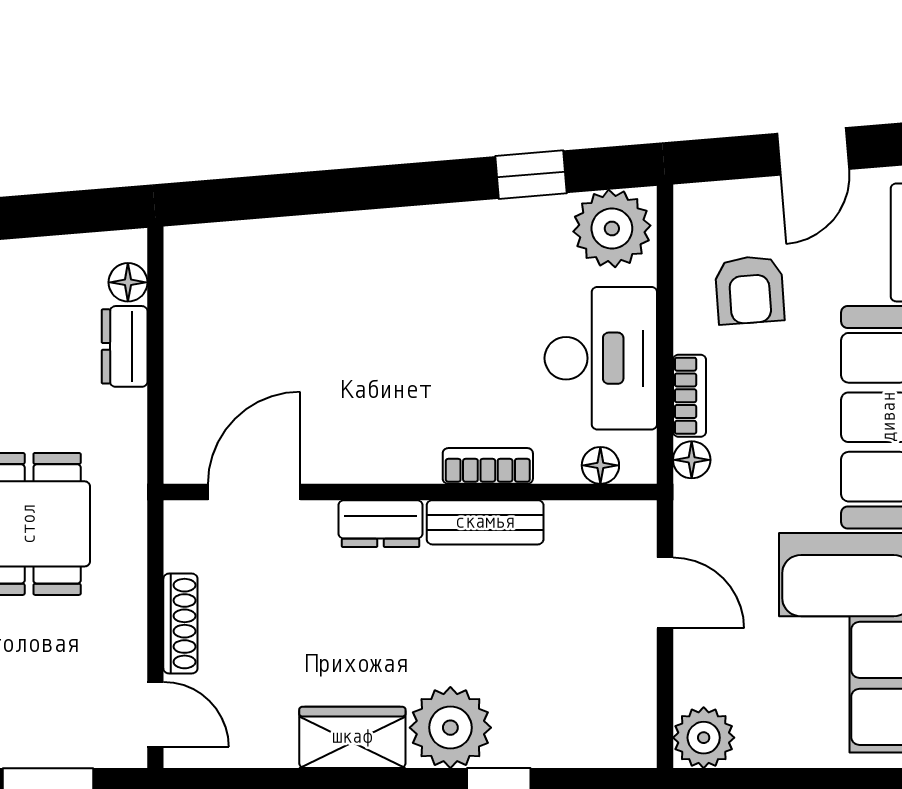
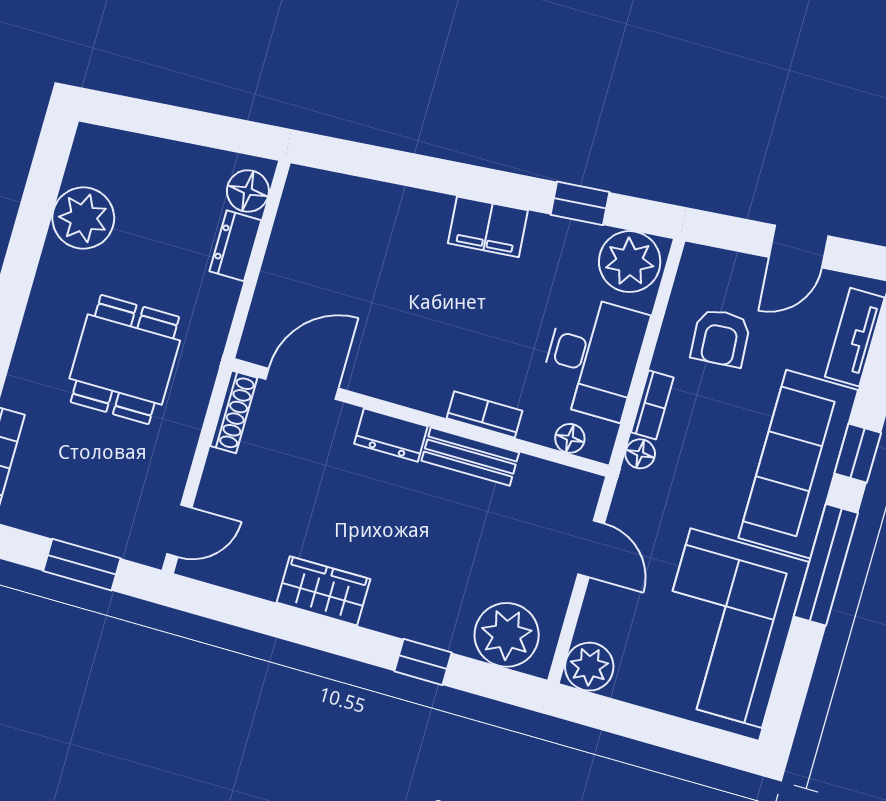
filing cabinet: (427, 235) -> (488, 227), added
floor lamp: (128, 282) -> (248, 191), width x1.37, depth x1.37
shoe rack: (180, 624) -> (234, 412), moved
door: (155, 714) -> (179, 531), hinge flipped
plant: (450, 728) -> (507, 635), moved

